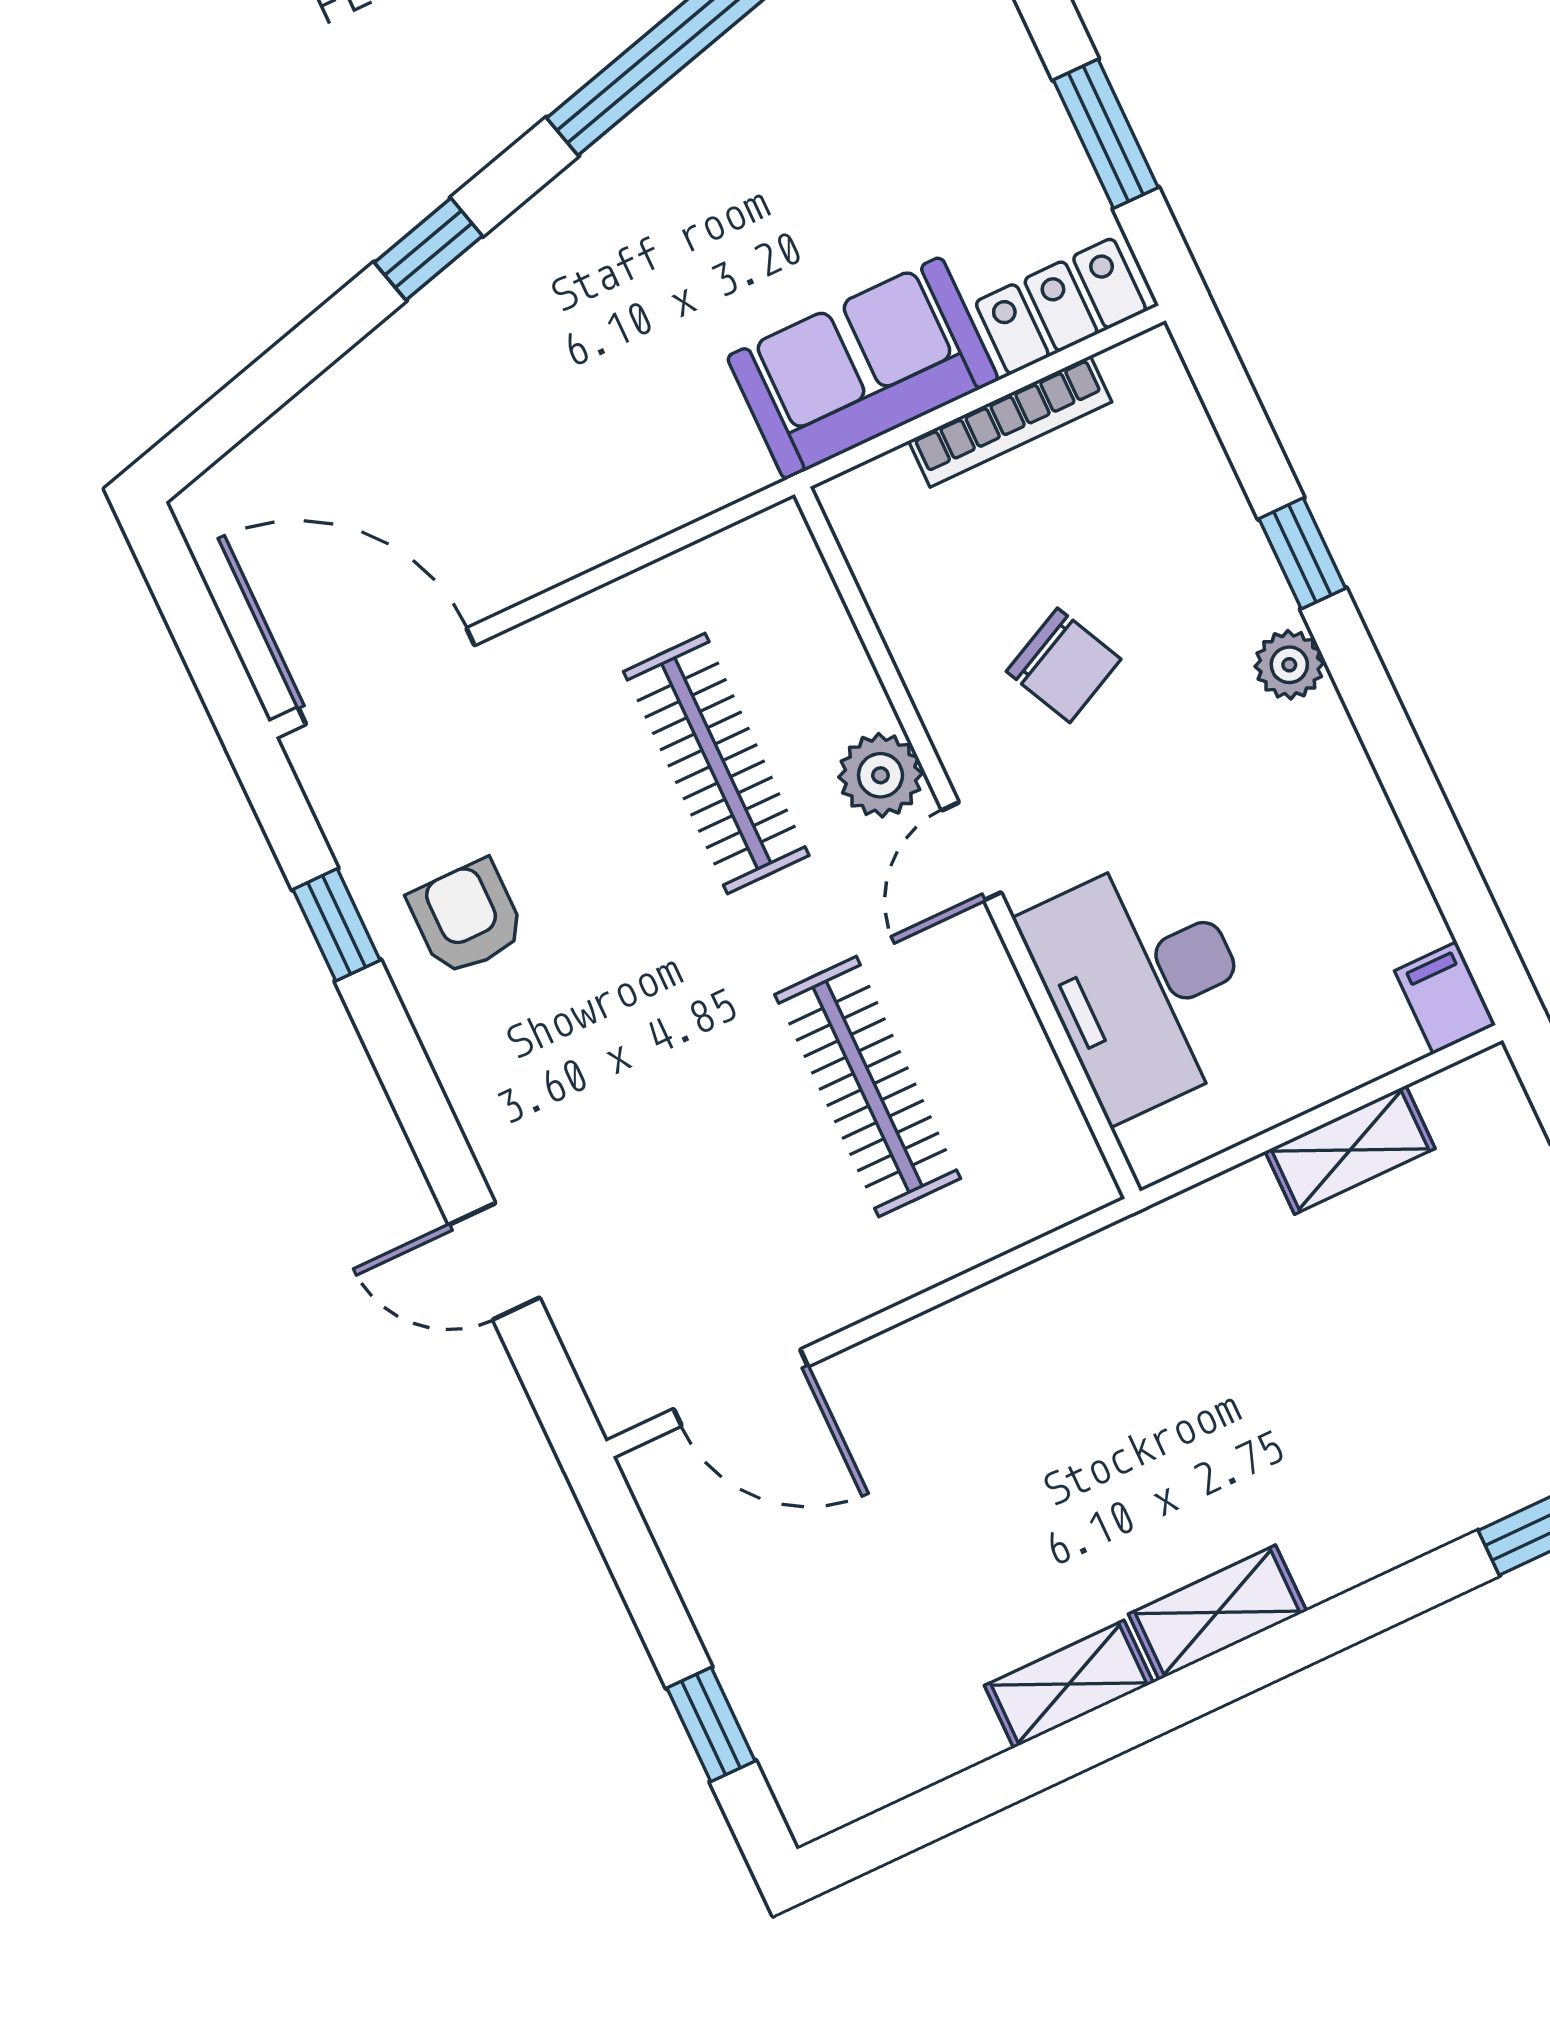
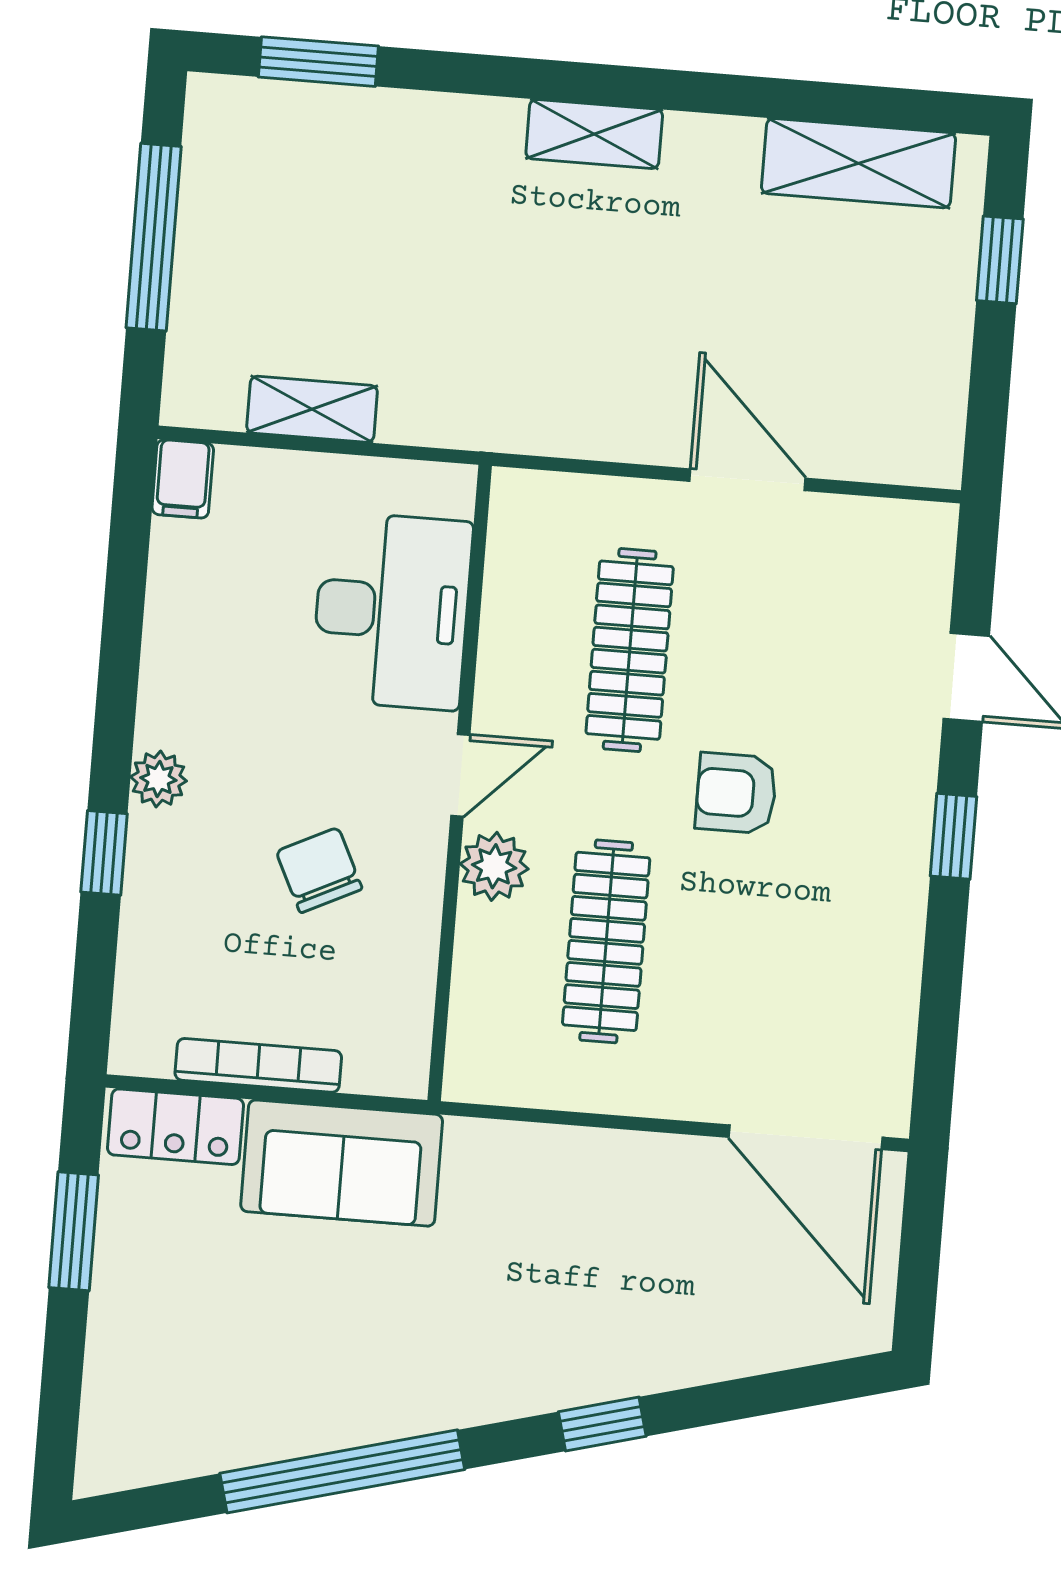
armchair: (467, 918) -> (736, 793), moved, turned 90
window: (336, 925) -> (953, 836), moved
door: (741, 1388) -> (748, 480), moved
shelving: (1069, 1684) -> (859, 163), moved, width x1.50, depth x1.33

